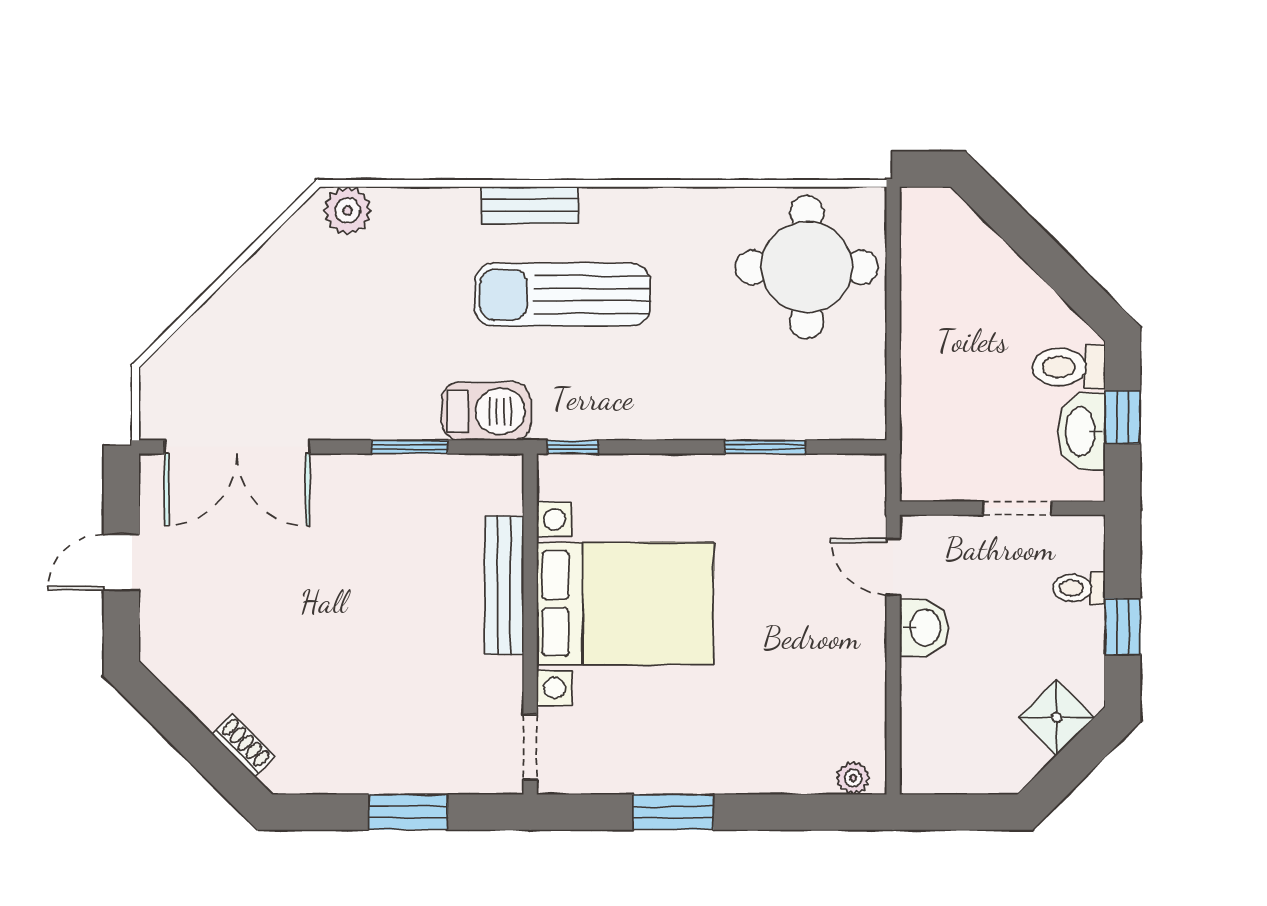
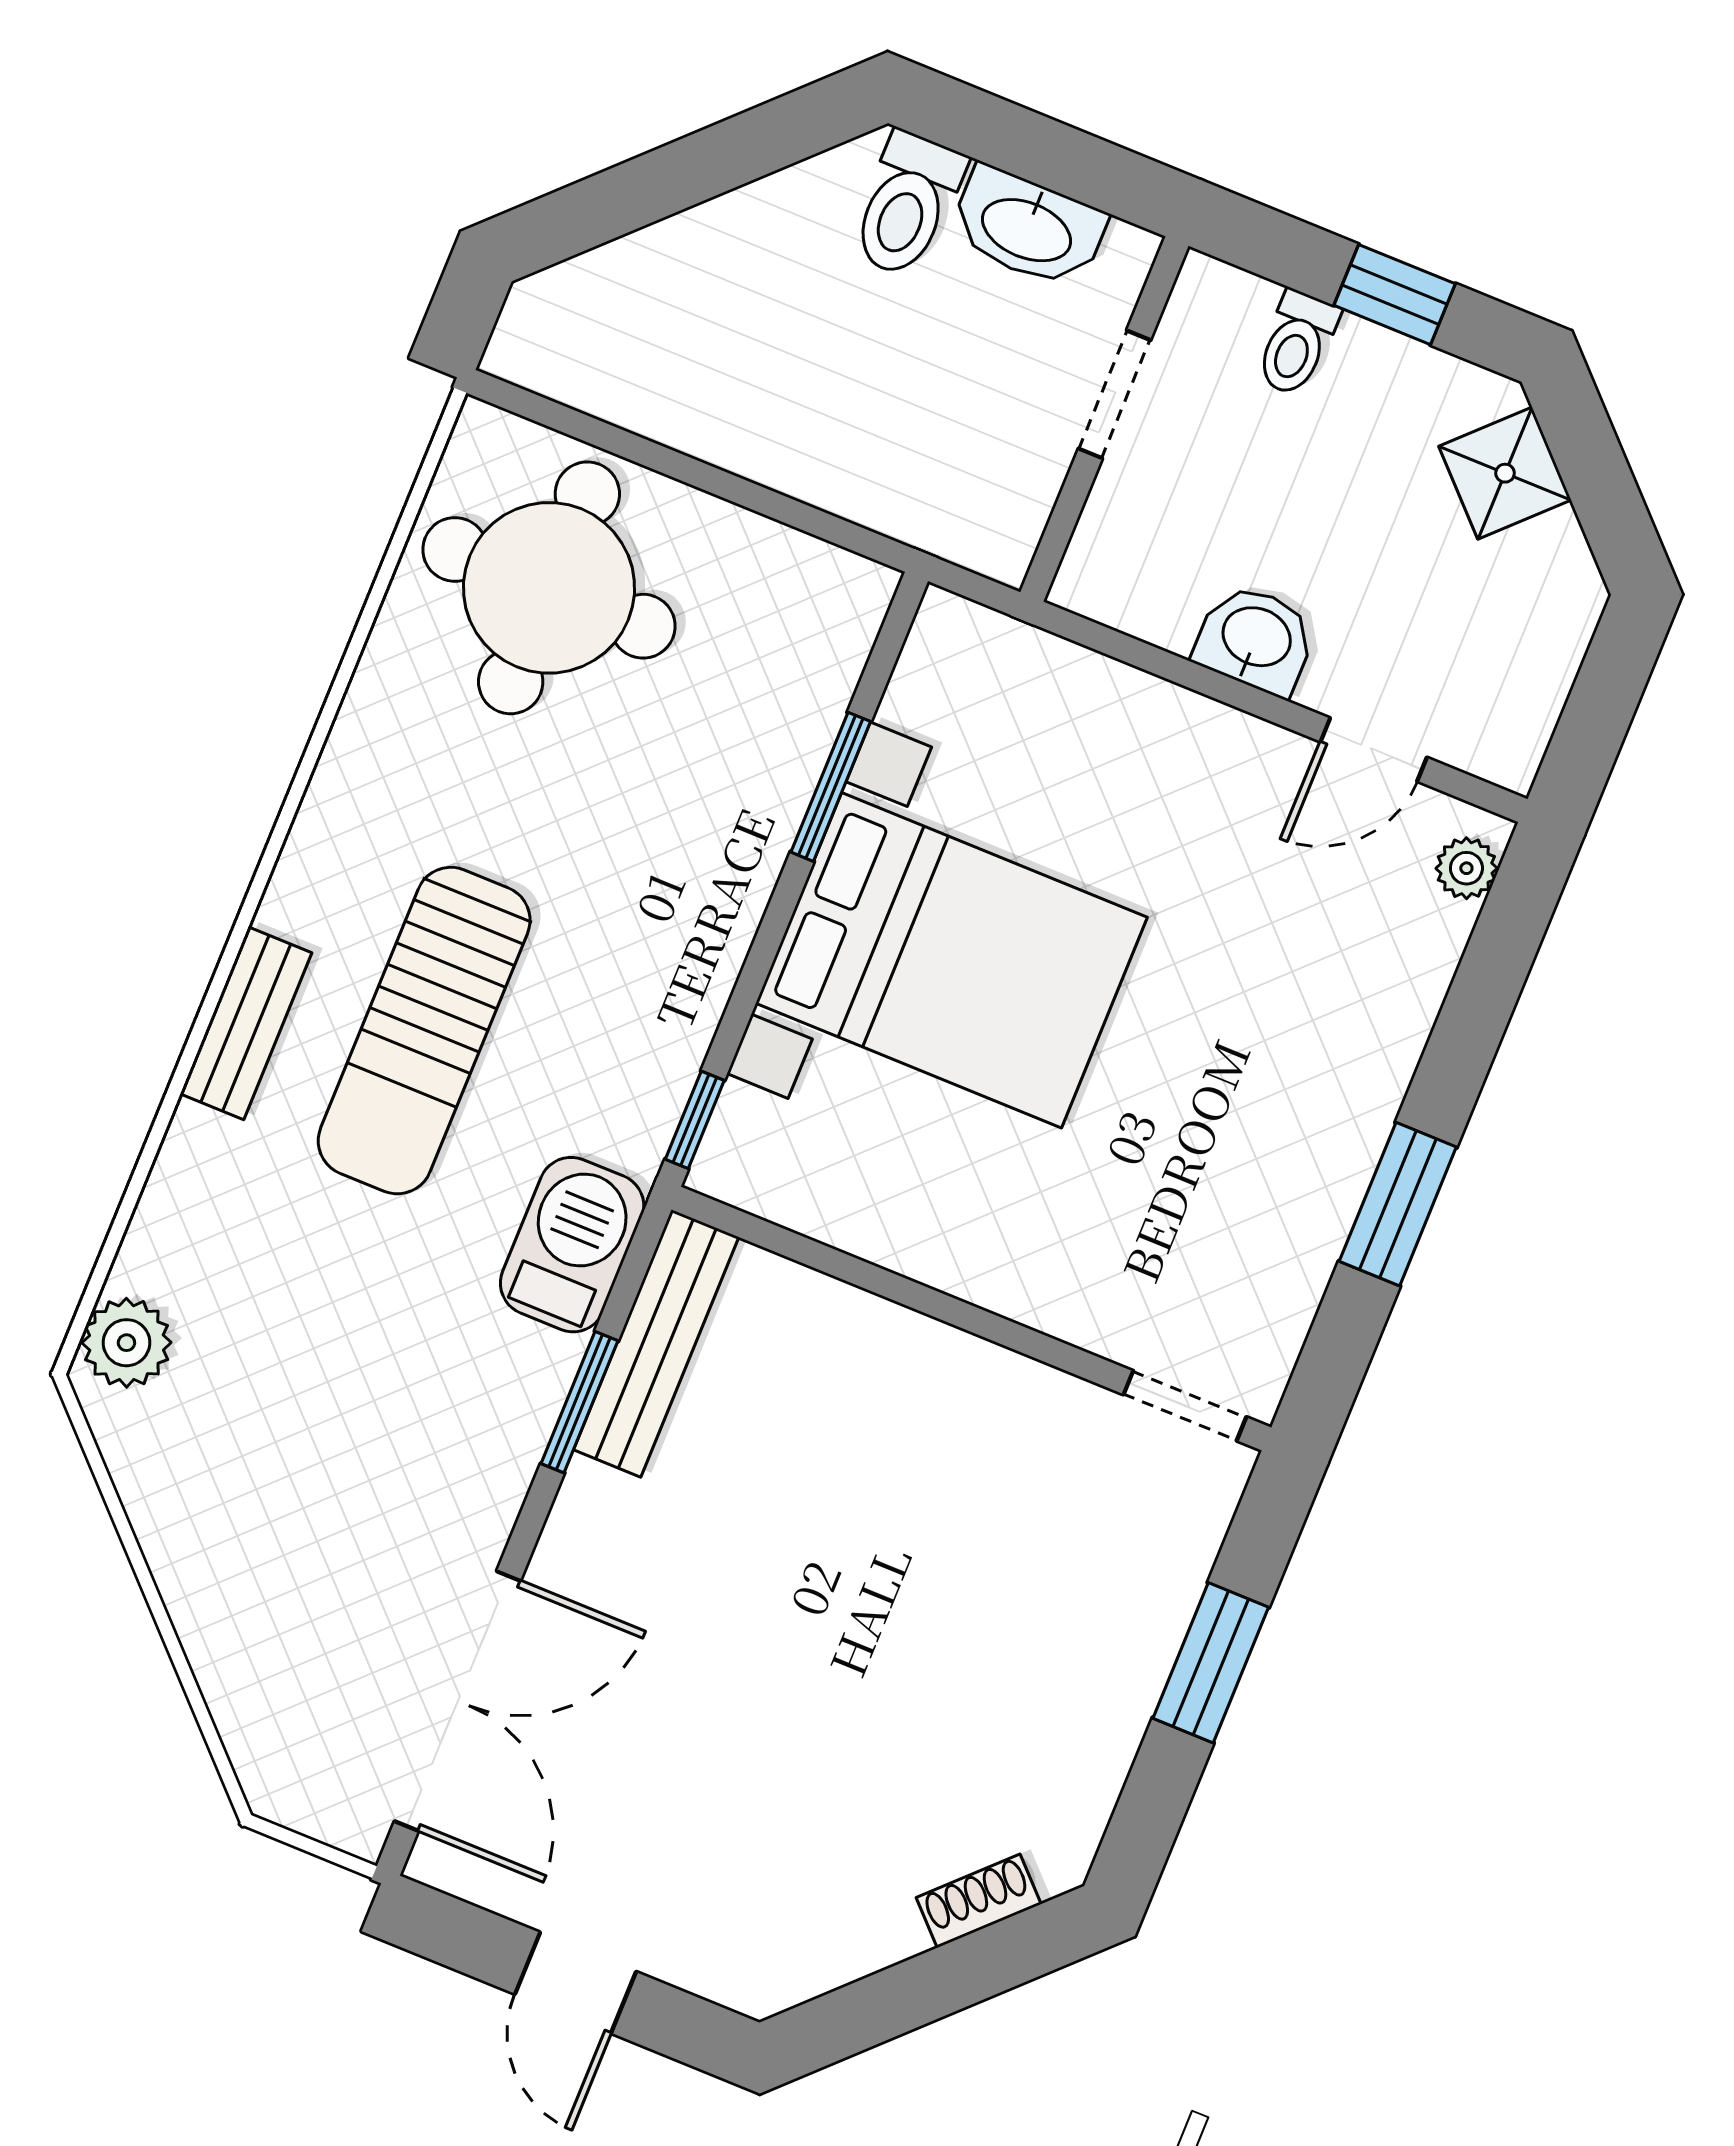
window: (1123, 417) -> (1032, 147), removed
door: (893, 567) -> (1374, 750), moved
bench: (504, 585) -> (656, 1343), moved, turned 90
bed with nightstands: (625, 604) -> (952, 960), moved, turned 90

